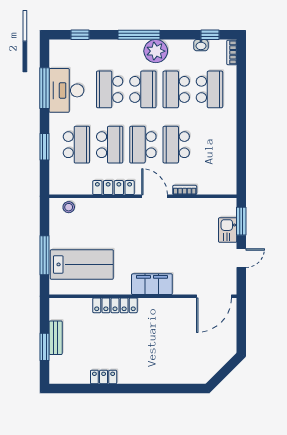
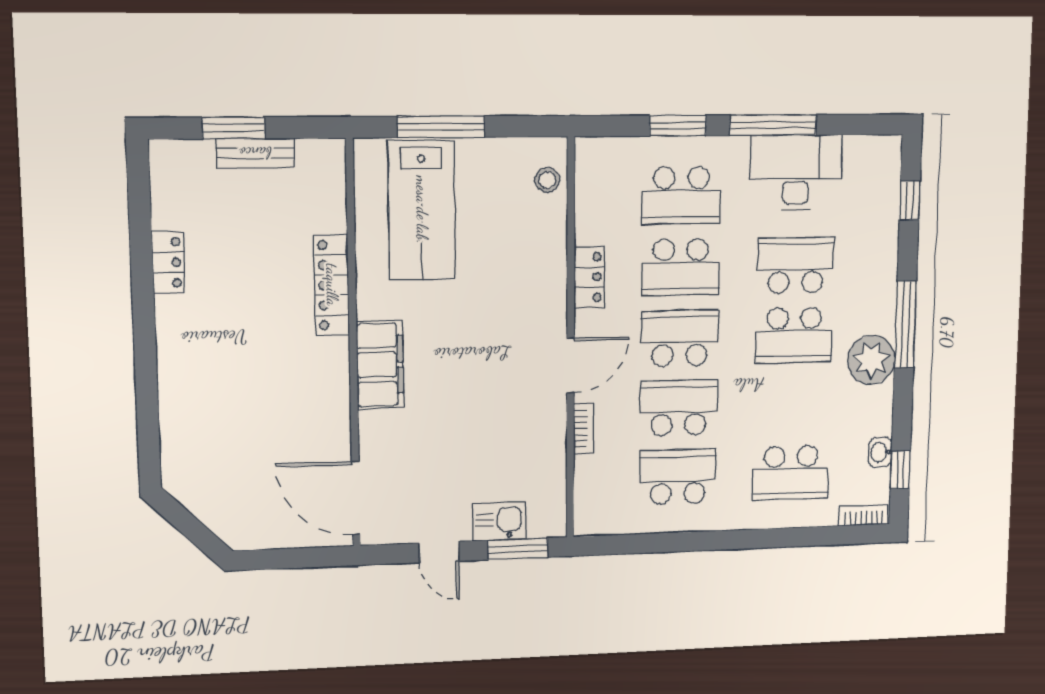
window: (44, 88) -> (773, 125), moved
school desk: (176, 89) -> (678, 477), moved
locker: (113, 188) -> (589, 277), width x0.66

